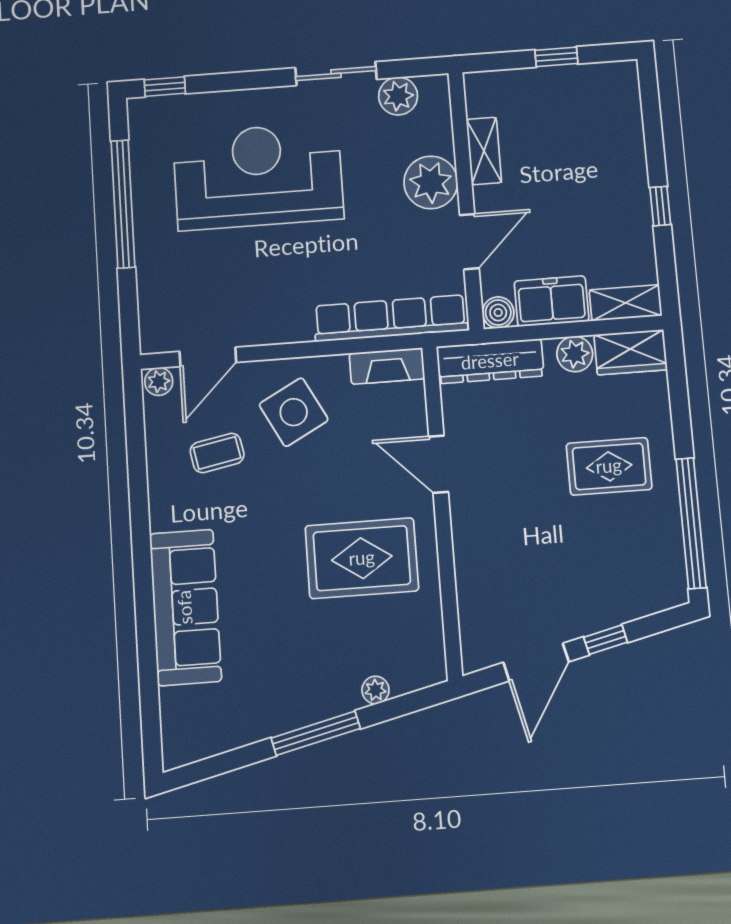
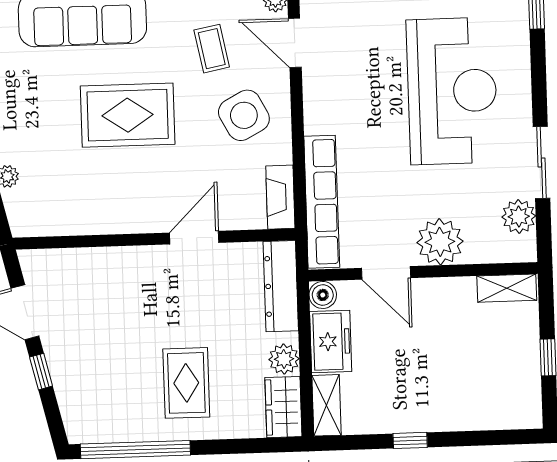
shelving: (484, 151) -> (507, 288), moved
rug: (362, 558) -> (128, 115), moved, turned 90

